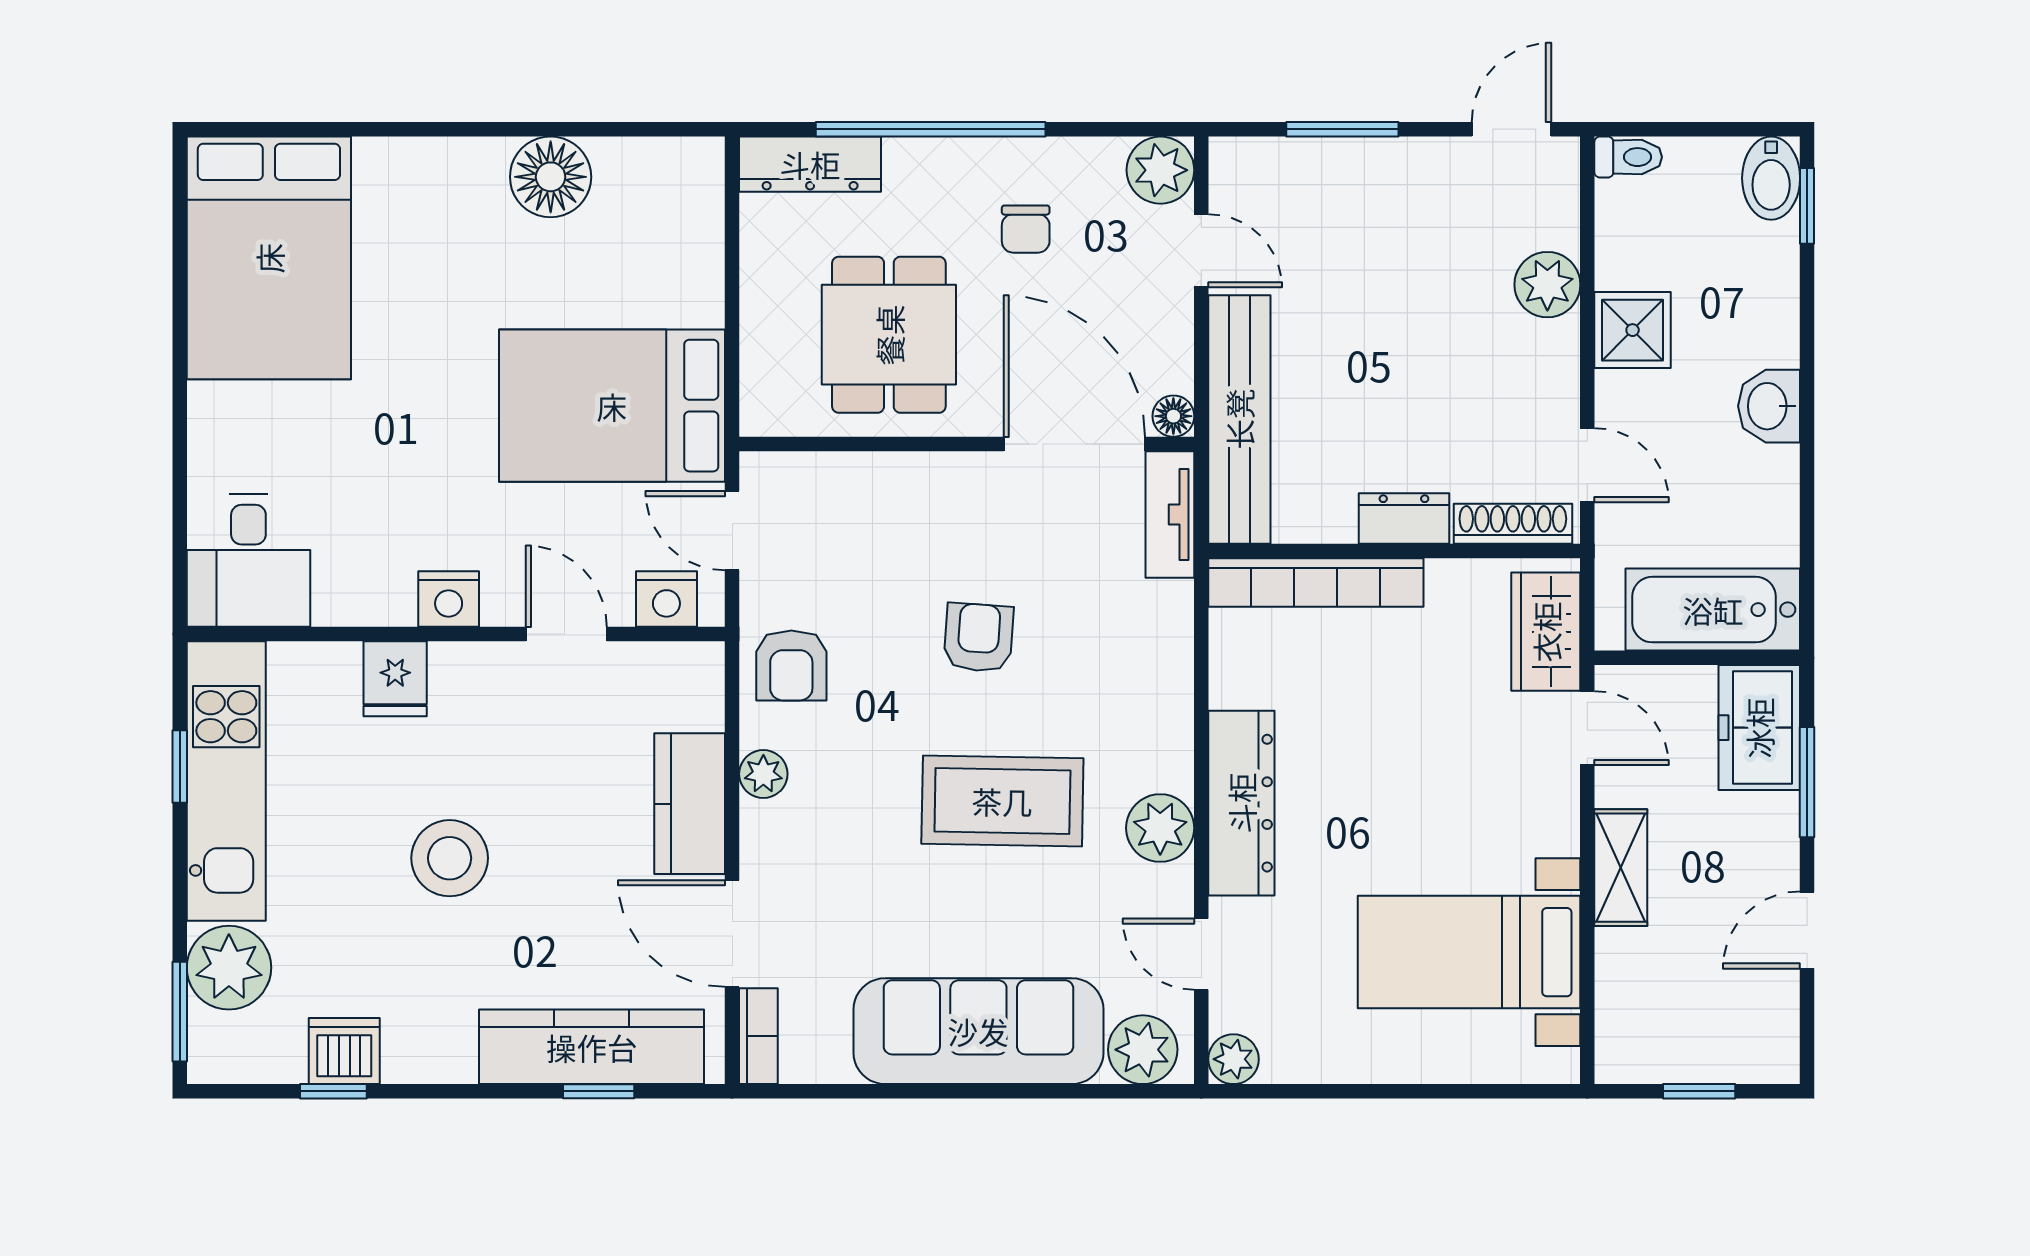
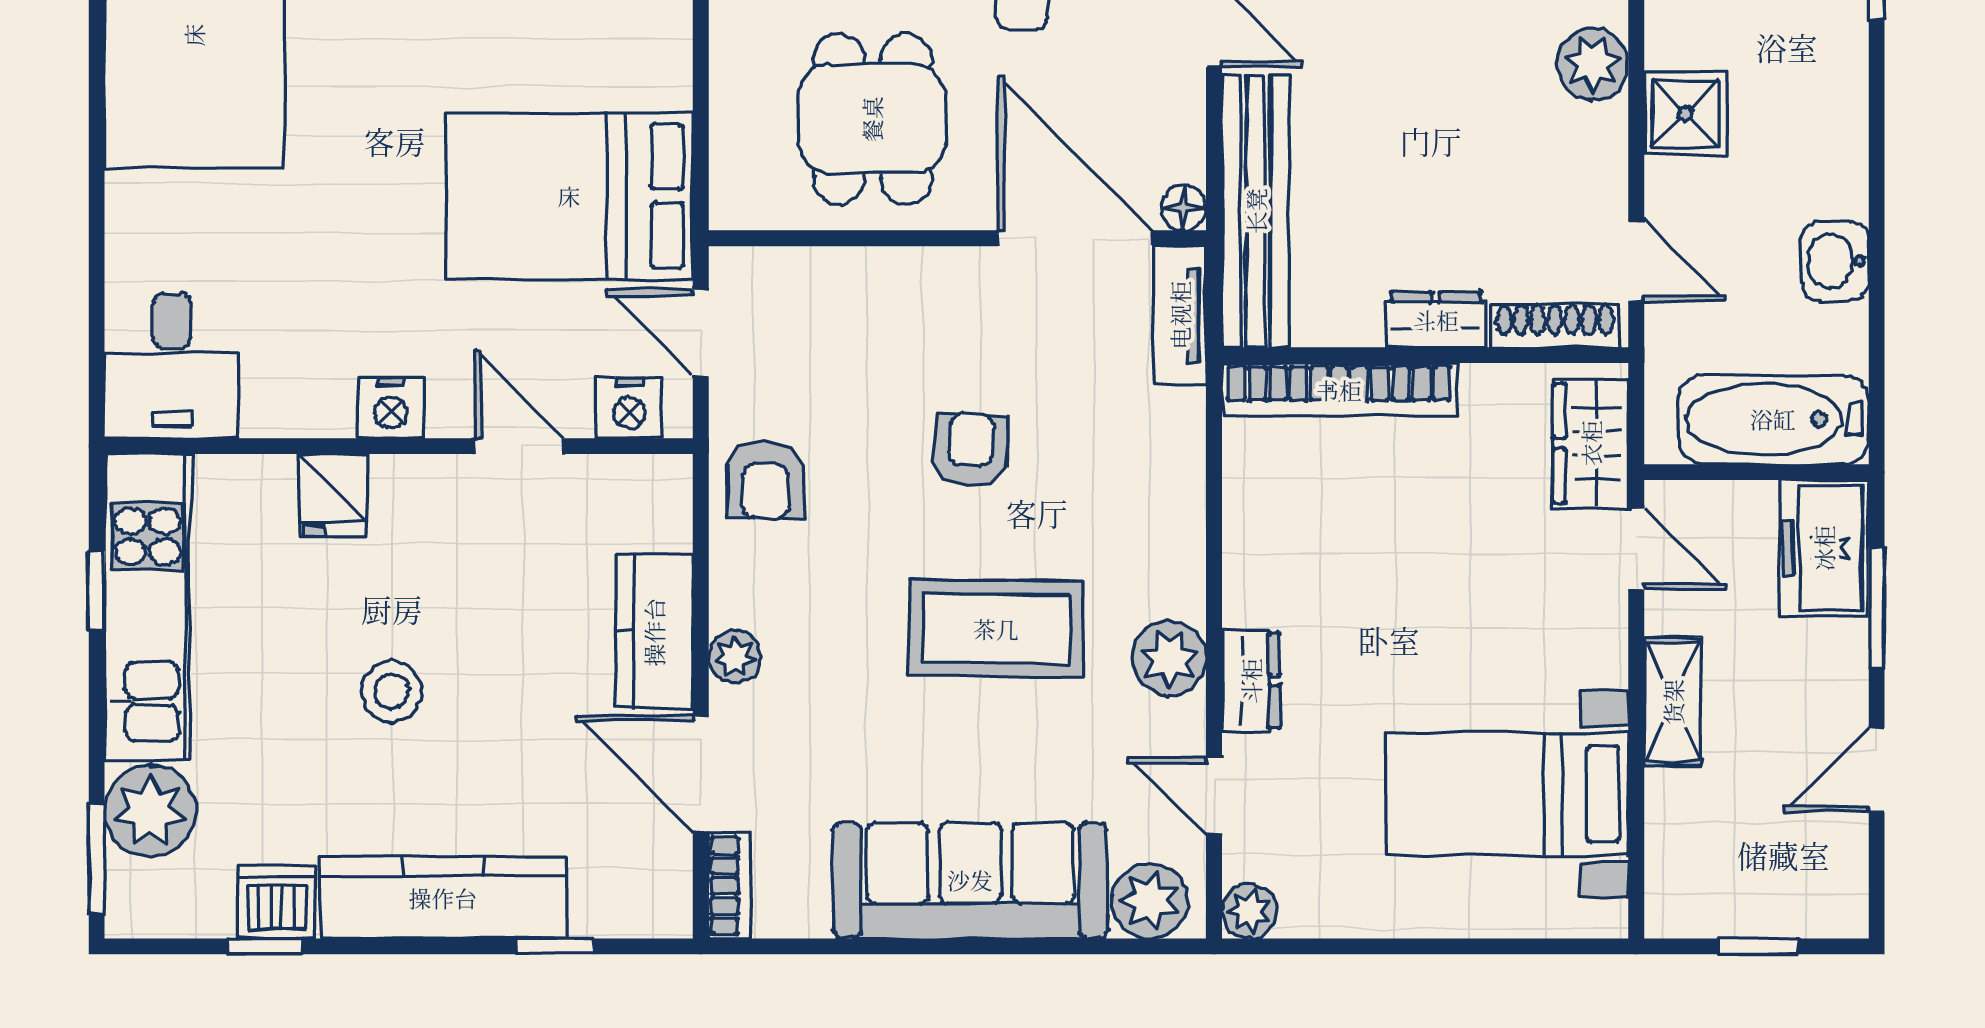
washbasin: (1769, 406) -> (1835, 261), moved
plant: (763, 774) -> (735, 657), moved
dresser: (1241, 803) -> (1251, 681), width x0.51, depth x0.80
stool: (450, 858) -> (392, 691), width x0.73, depth x0.73
kitchen counter: (592, 1047) -> (443, 898), moved

